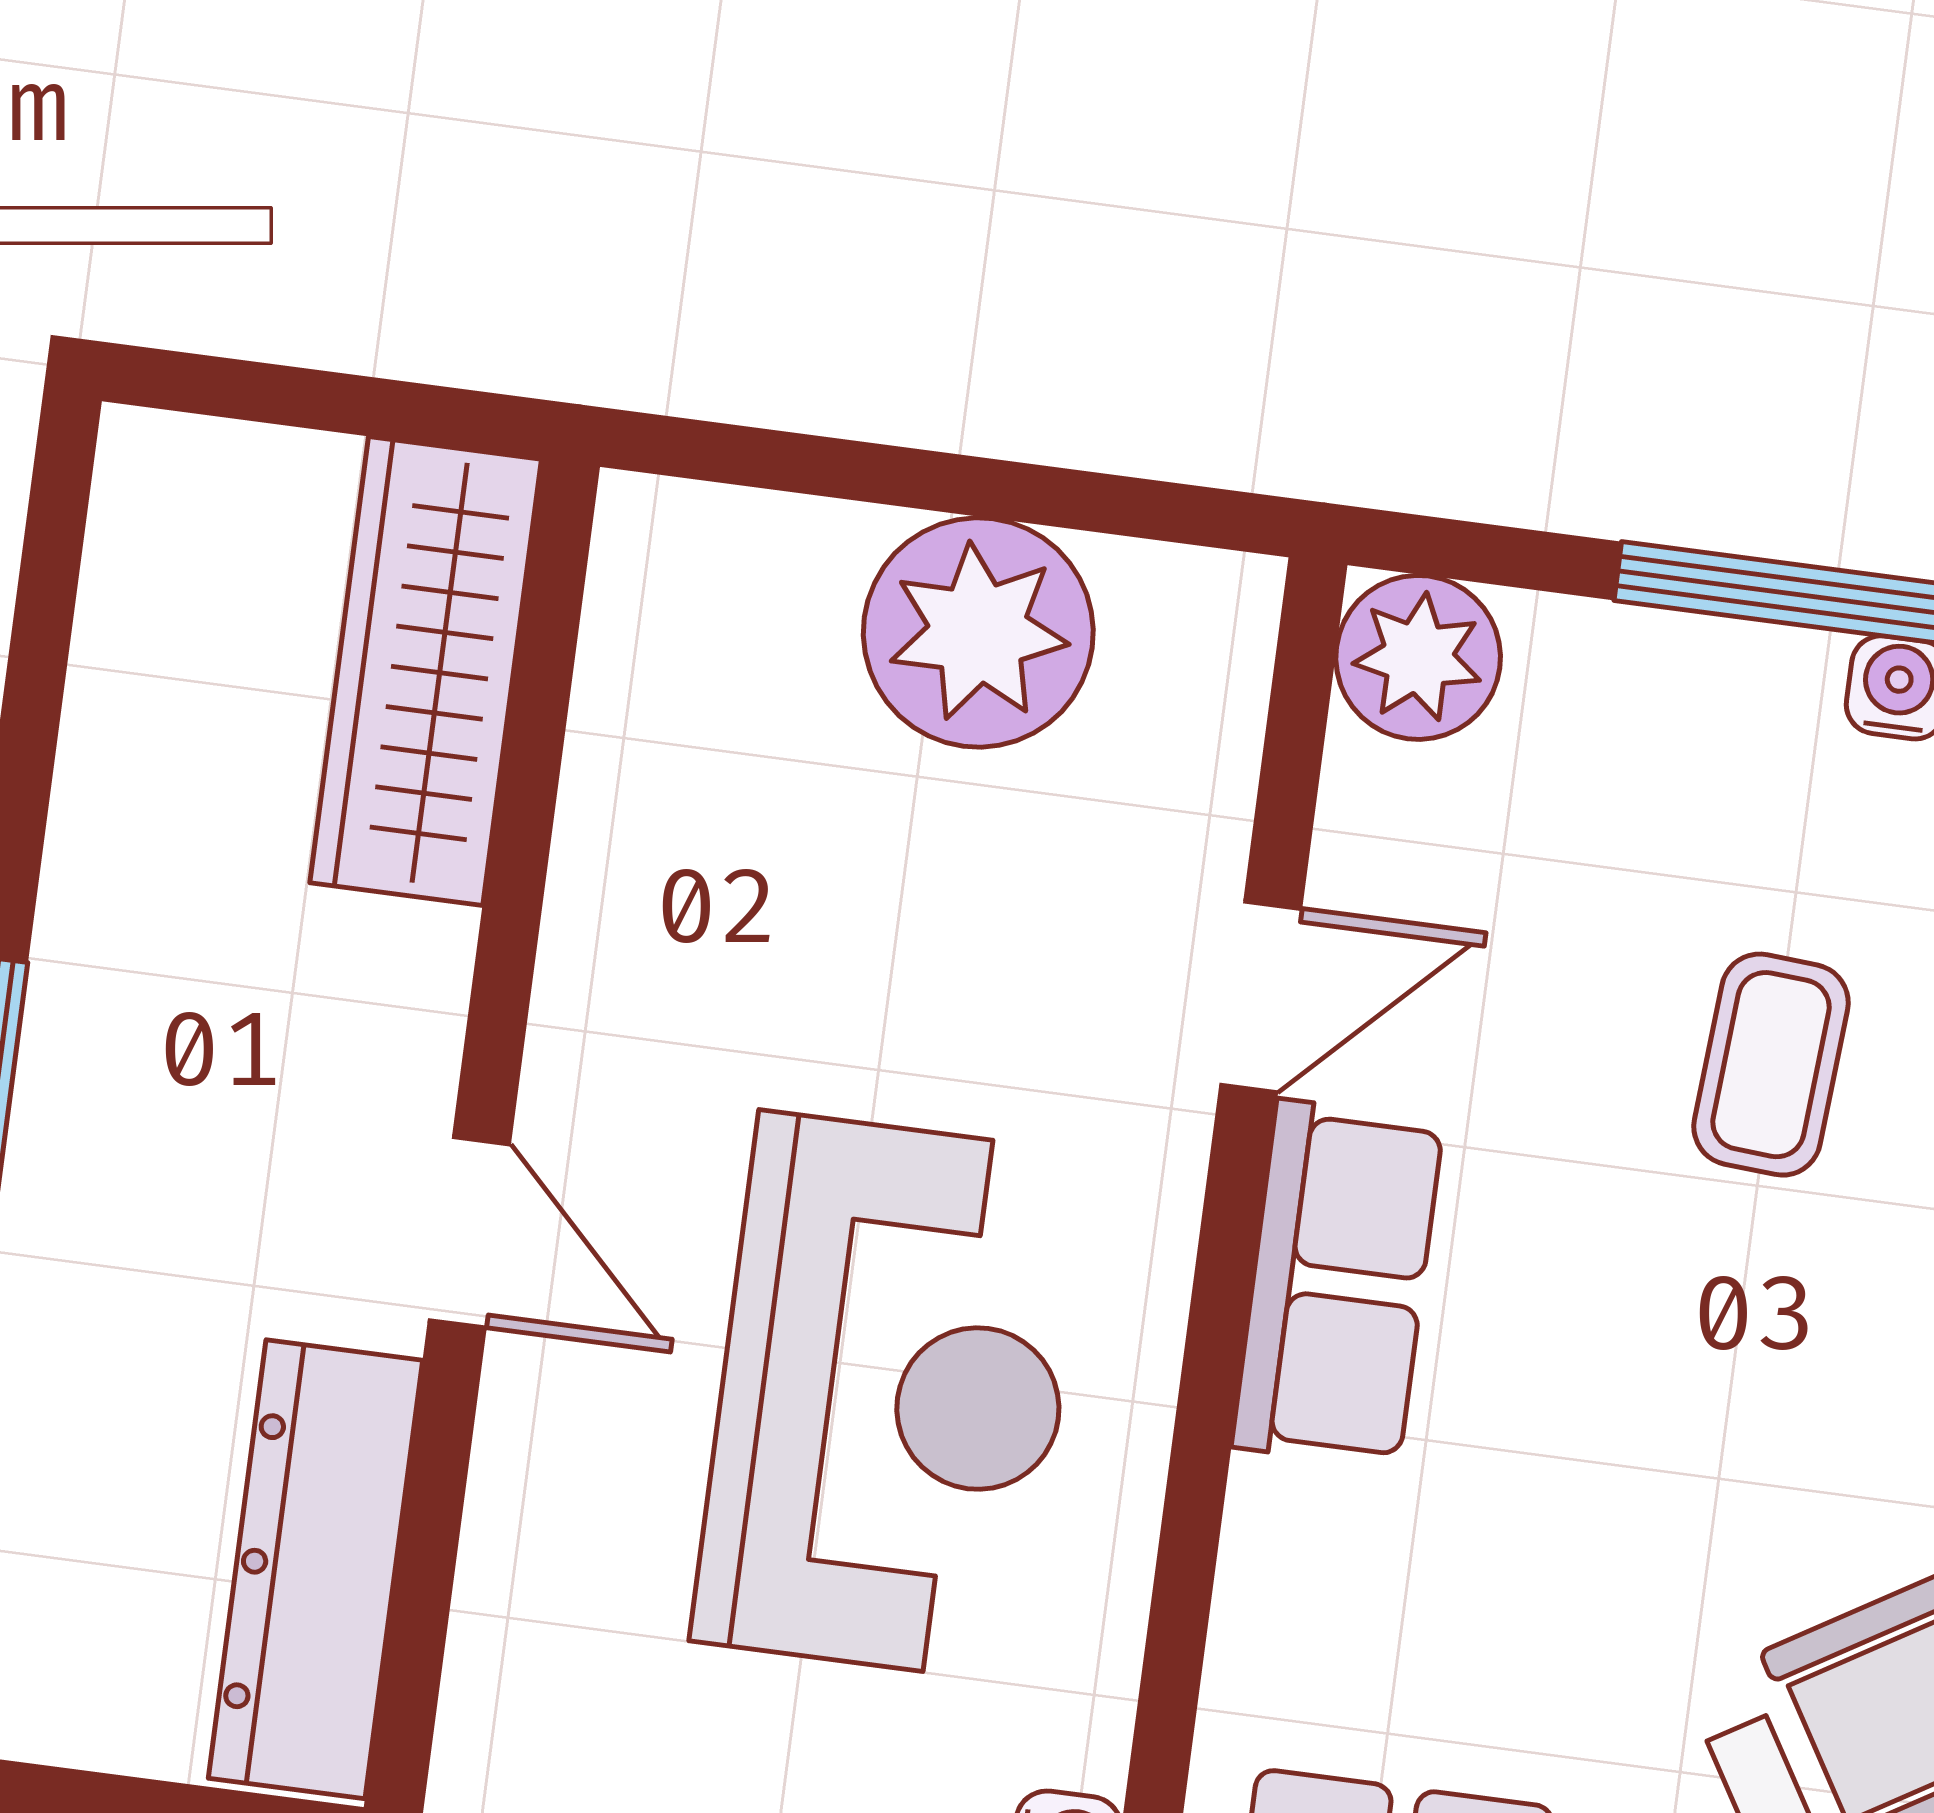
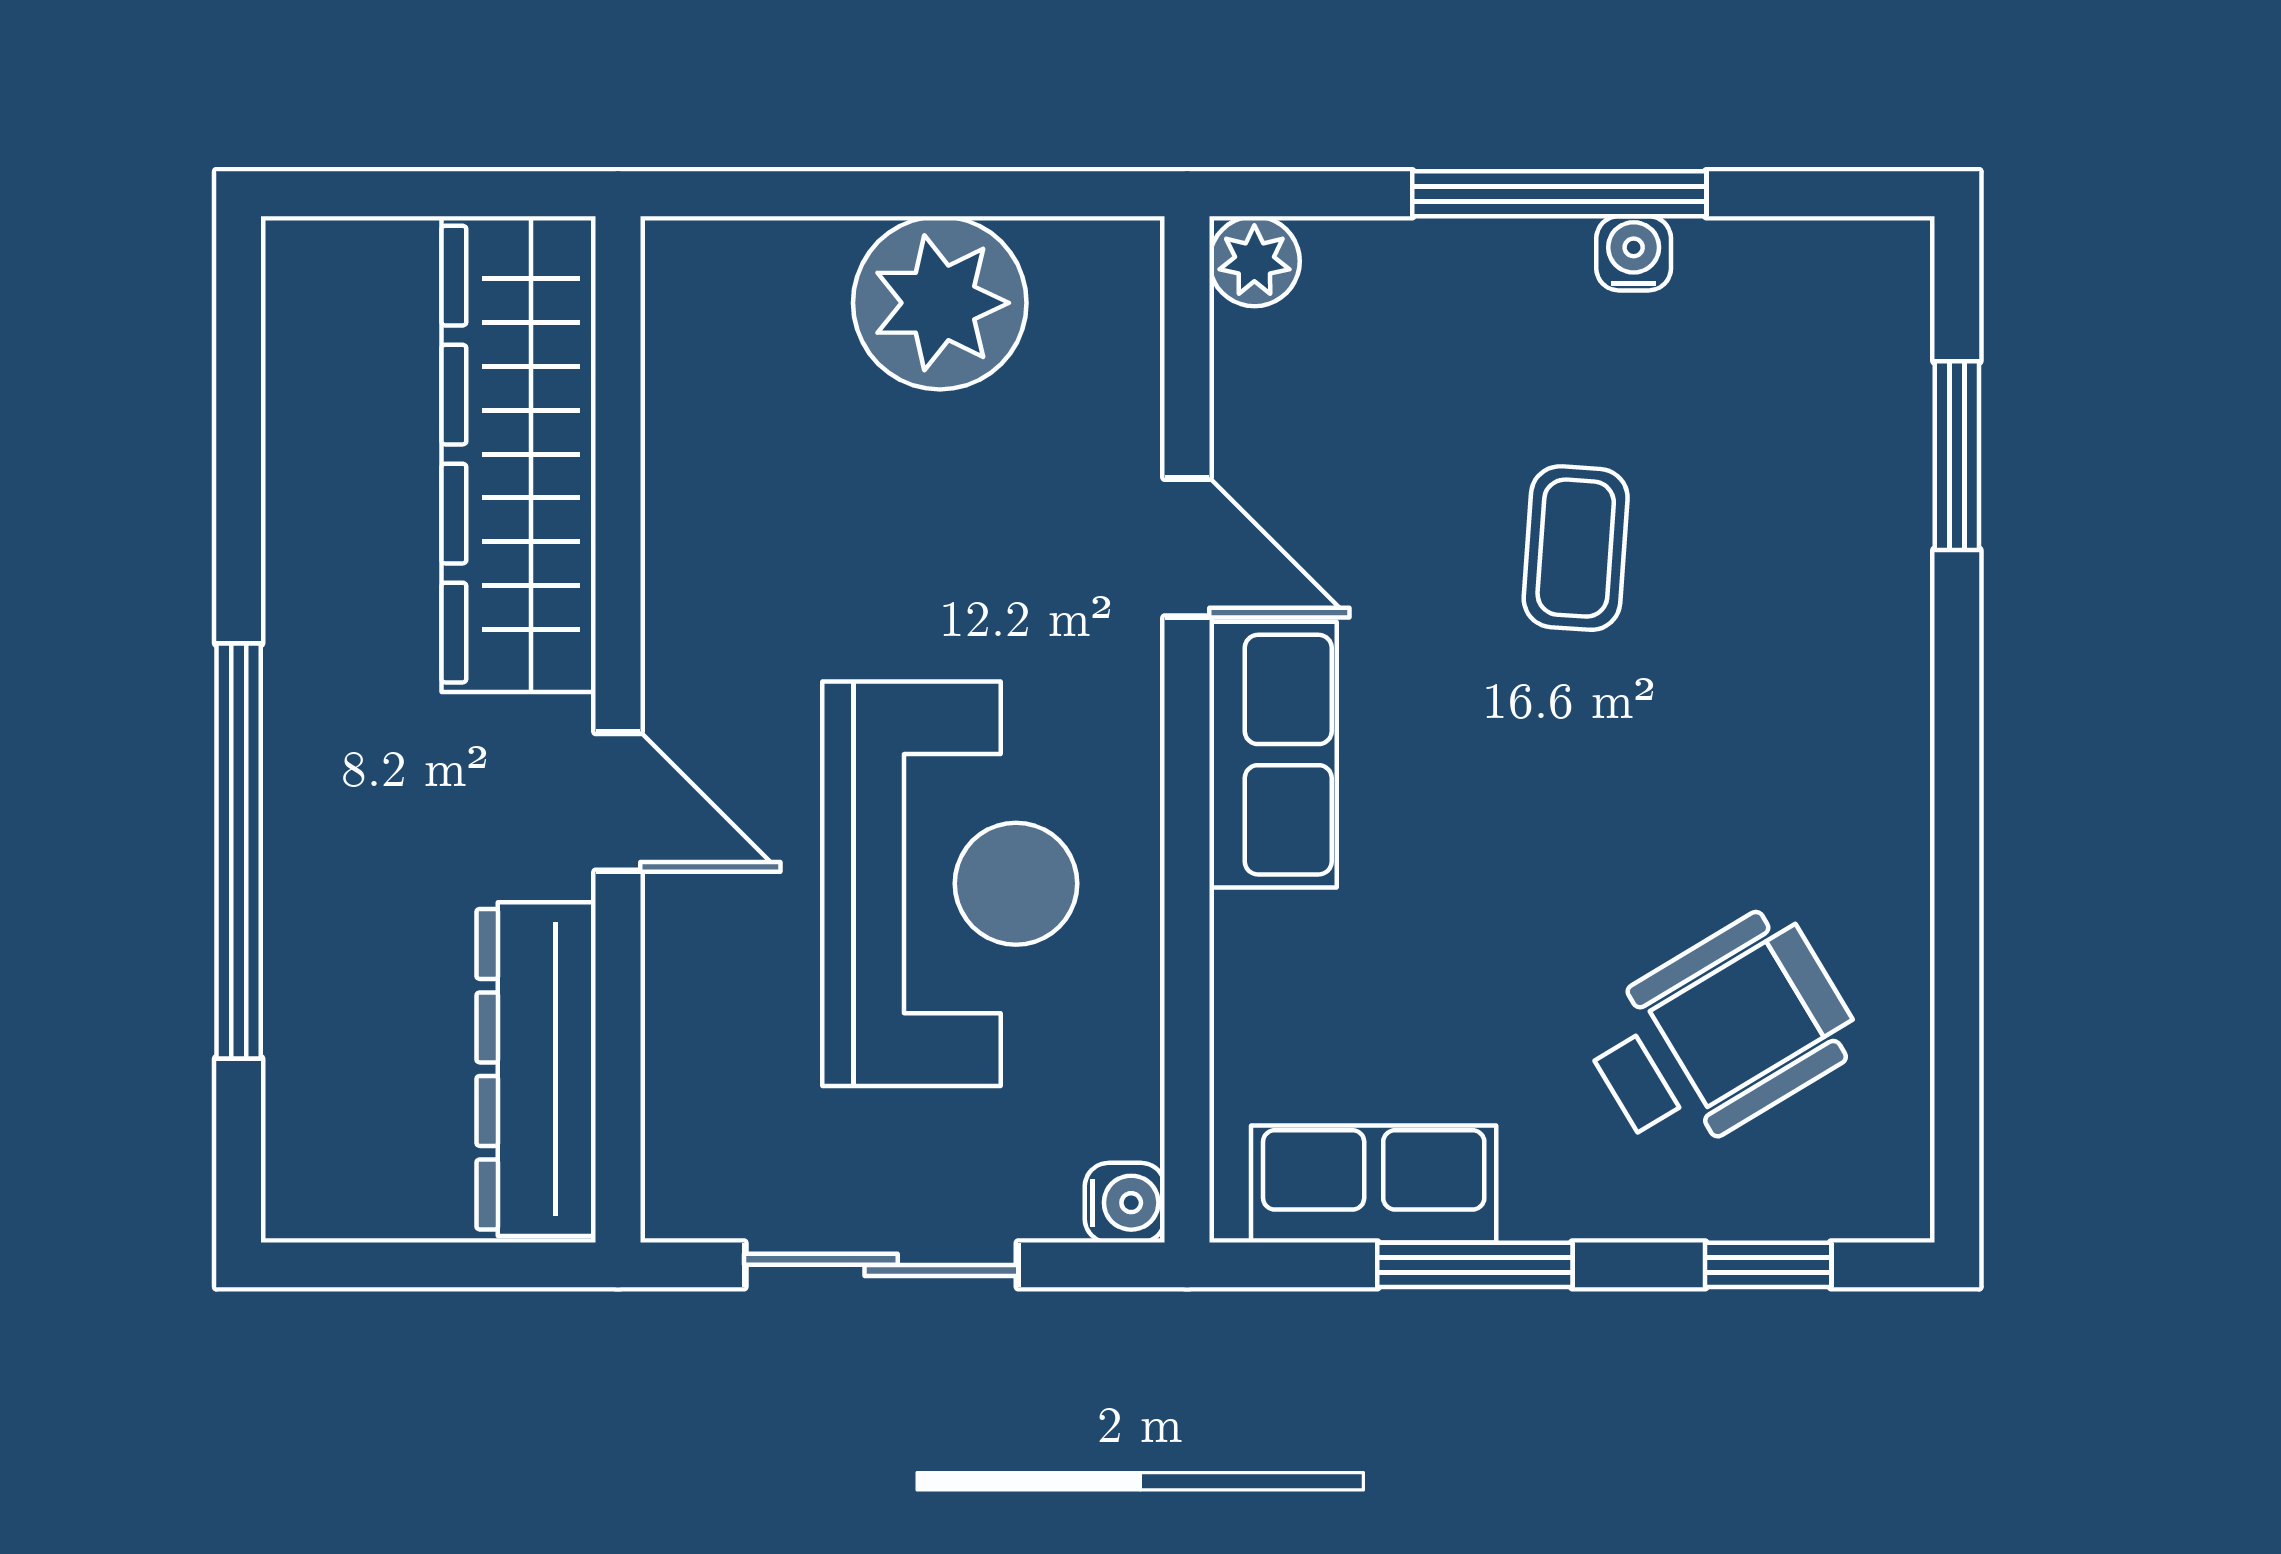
plant: (1418, 657) -> (1254, 261), width x0.73, depth x0.73
wardrobe: (426, 671) -> (519, 454), width x1.40, depth x1.17
door: (1261, 997) -> (1187, 548), hinge flipped

